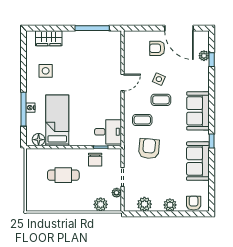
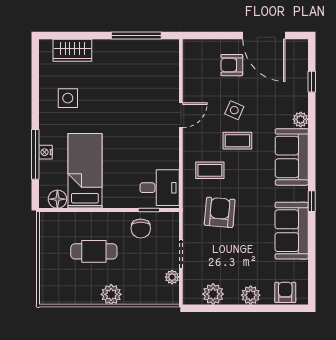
plant: (204, 56) -> (301, 119), moved
plant: (101, 204) -> (111, 294), moved

